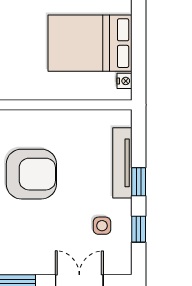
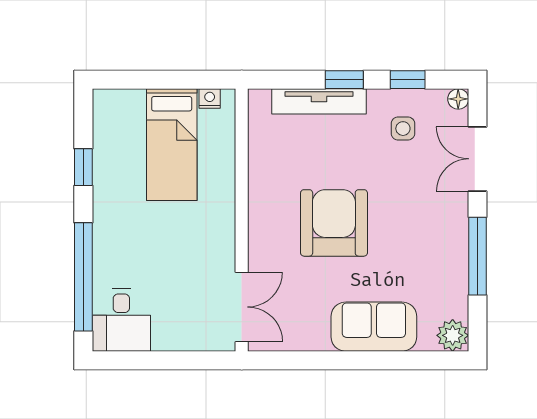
bed: (90, 43) -> (172, 145), width x0.67
floor lamp: (124, 267) -> (458, 99), added

